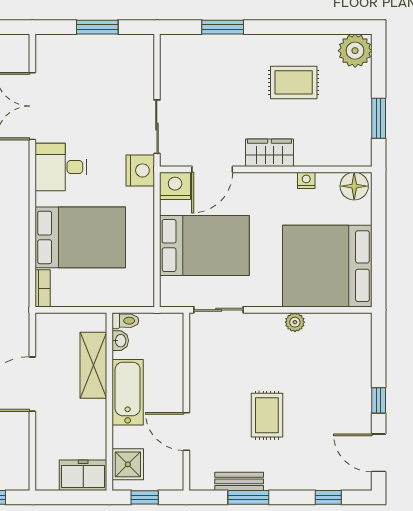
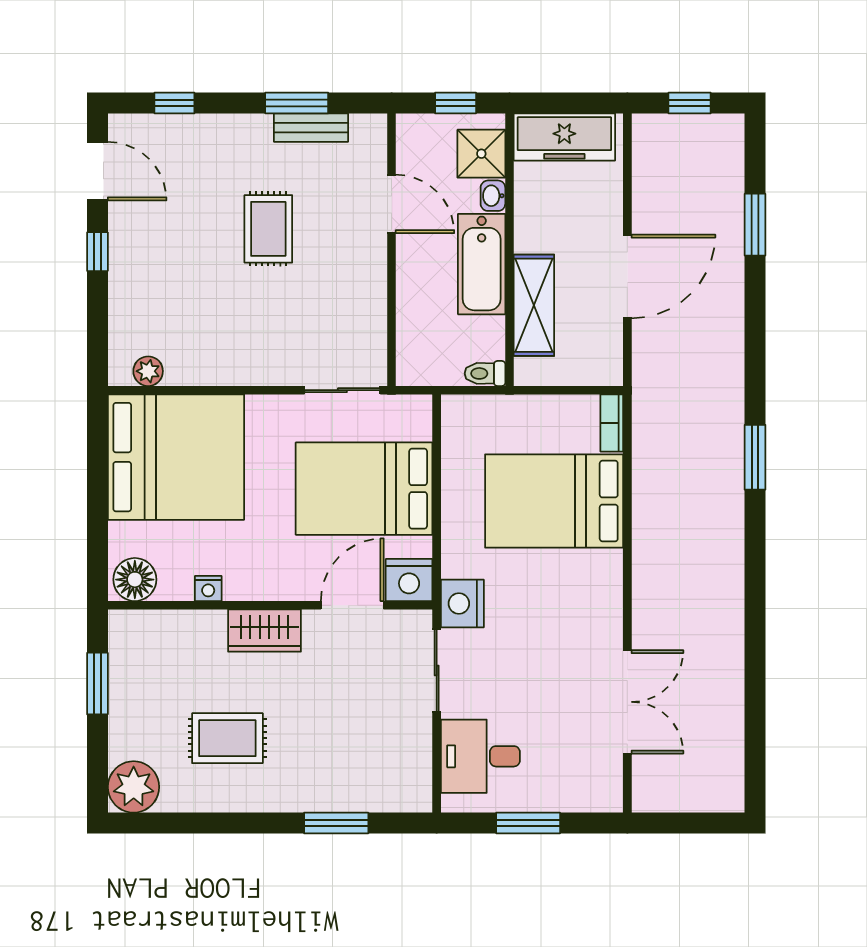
desk: (61, 167) -> (480, 756), moved, turned 180
plant: (295, 322) -> (148, 371), moved
washbasin: (120, 341) -> (493, 196), moved
freezer: (83, 475) -> (564, 137), width x1.40

